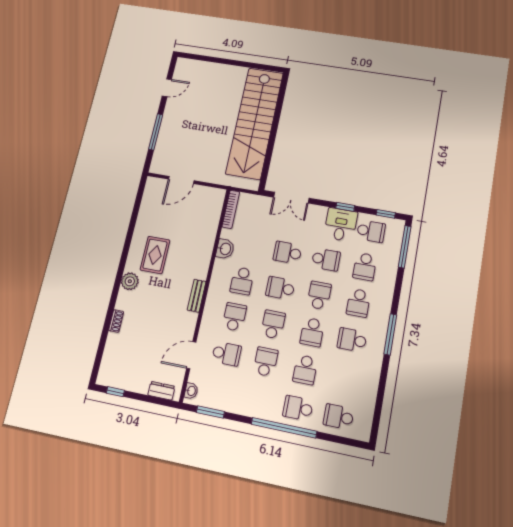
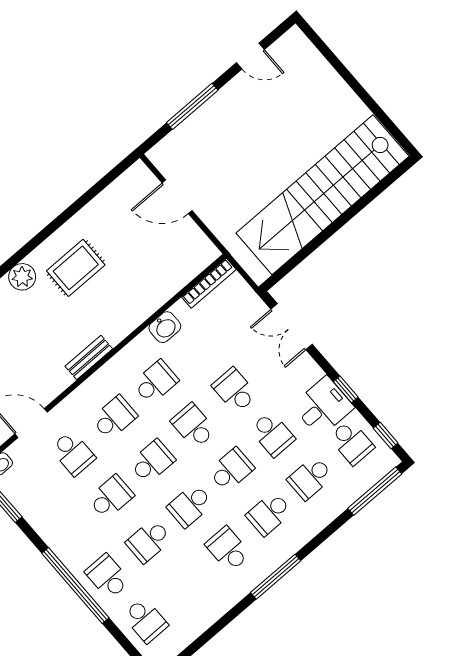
school desk: (242, 281) -> (156, 382), turned 180
school desk: (339, 417) -> (145, 620), turned 180

